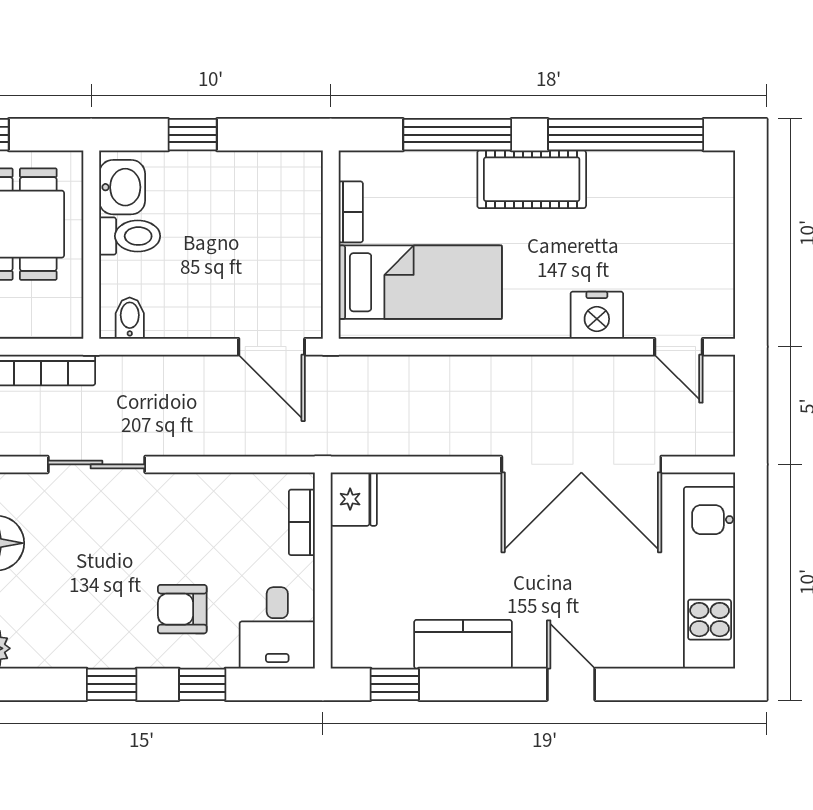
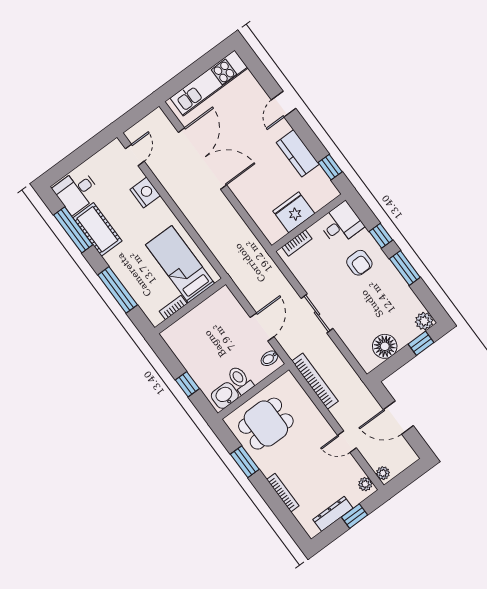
window: (626, 135) -> (73, 230), width x0.68
cot: (532, 179) -> (97, 229), moved
desk: (691, 193) -> (77, 191), added
door: (272, 347) -> (262, 327), moved
sliding door: (96, 464) -> (317, 313), moved
fridge: (354, 499) -> (294, 212), moved, width x1.36, depth x1.34
window: (112, 684) -> (405, 268), width x1.50

